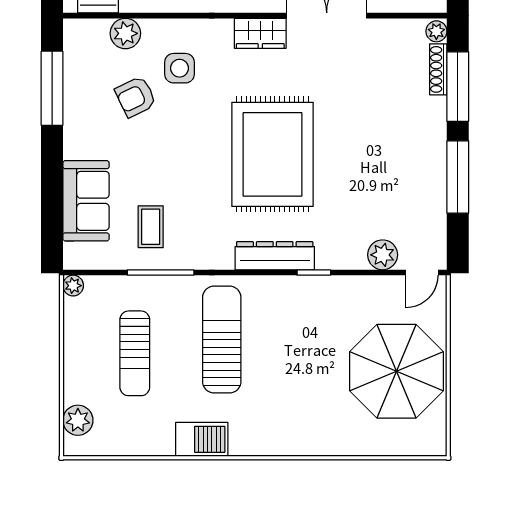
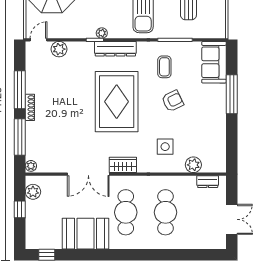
shoe rack: (438, 69) -> (30, 107), moved
window: (52, 88) -> (232, 94), moved
armchair: (136, 97) -> (173, 101), moved
sofa: (86, 201) -> (214, 62), moved
coffee table: (151, 227) -> (164, 67), moved
plant: (73, 286) -> (102, 33), moved

